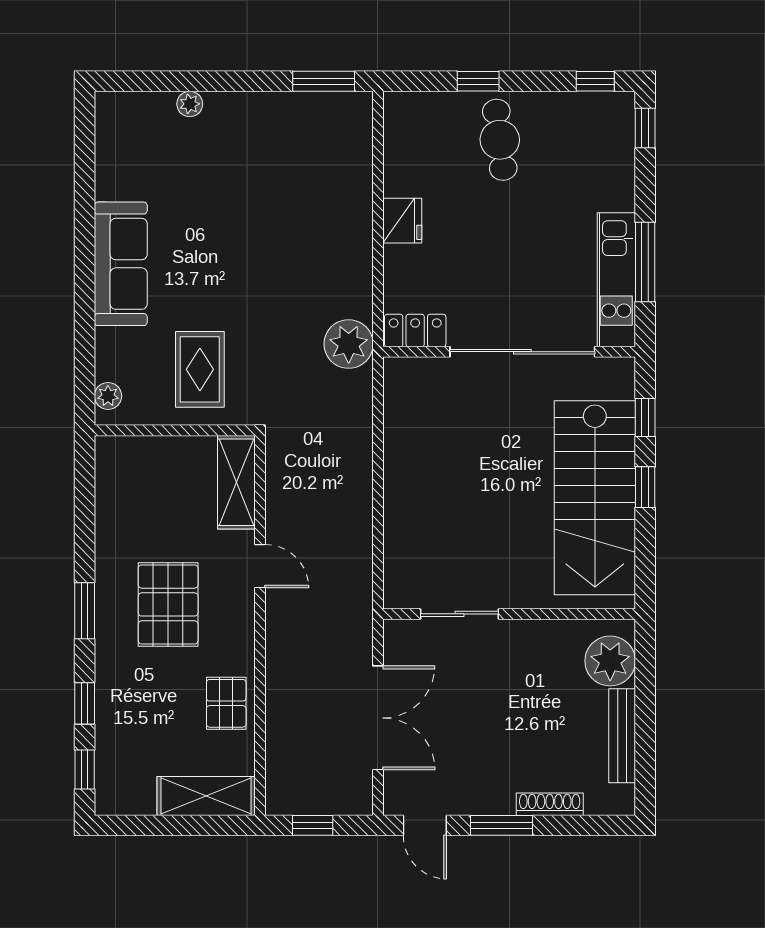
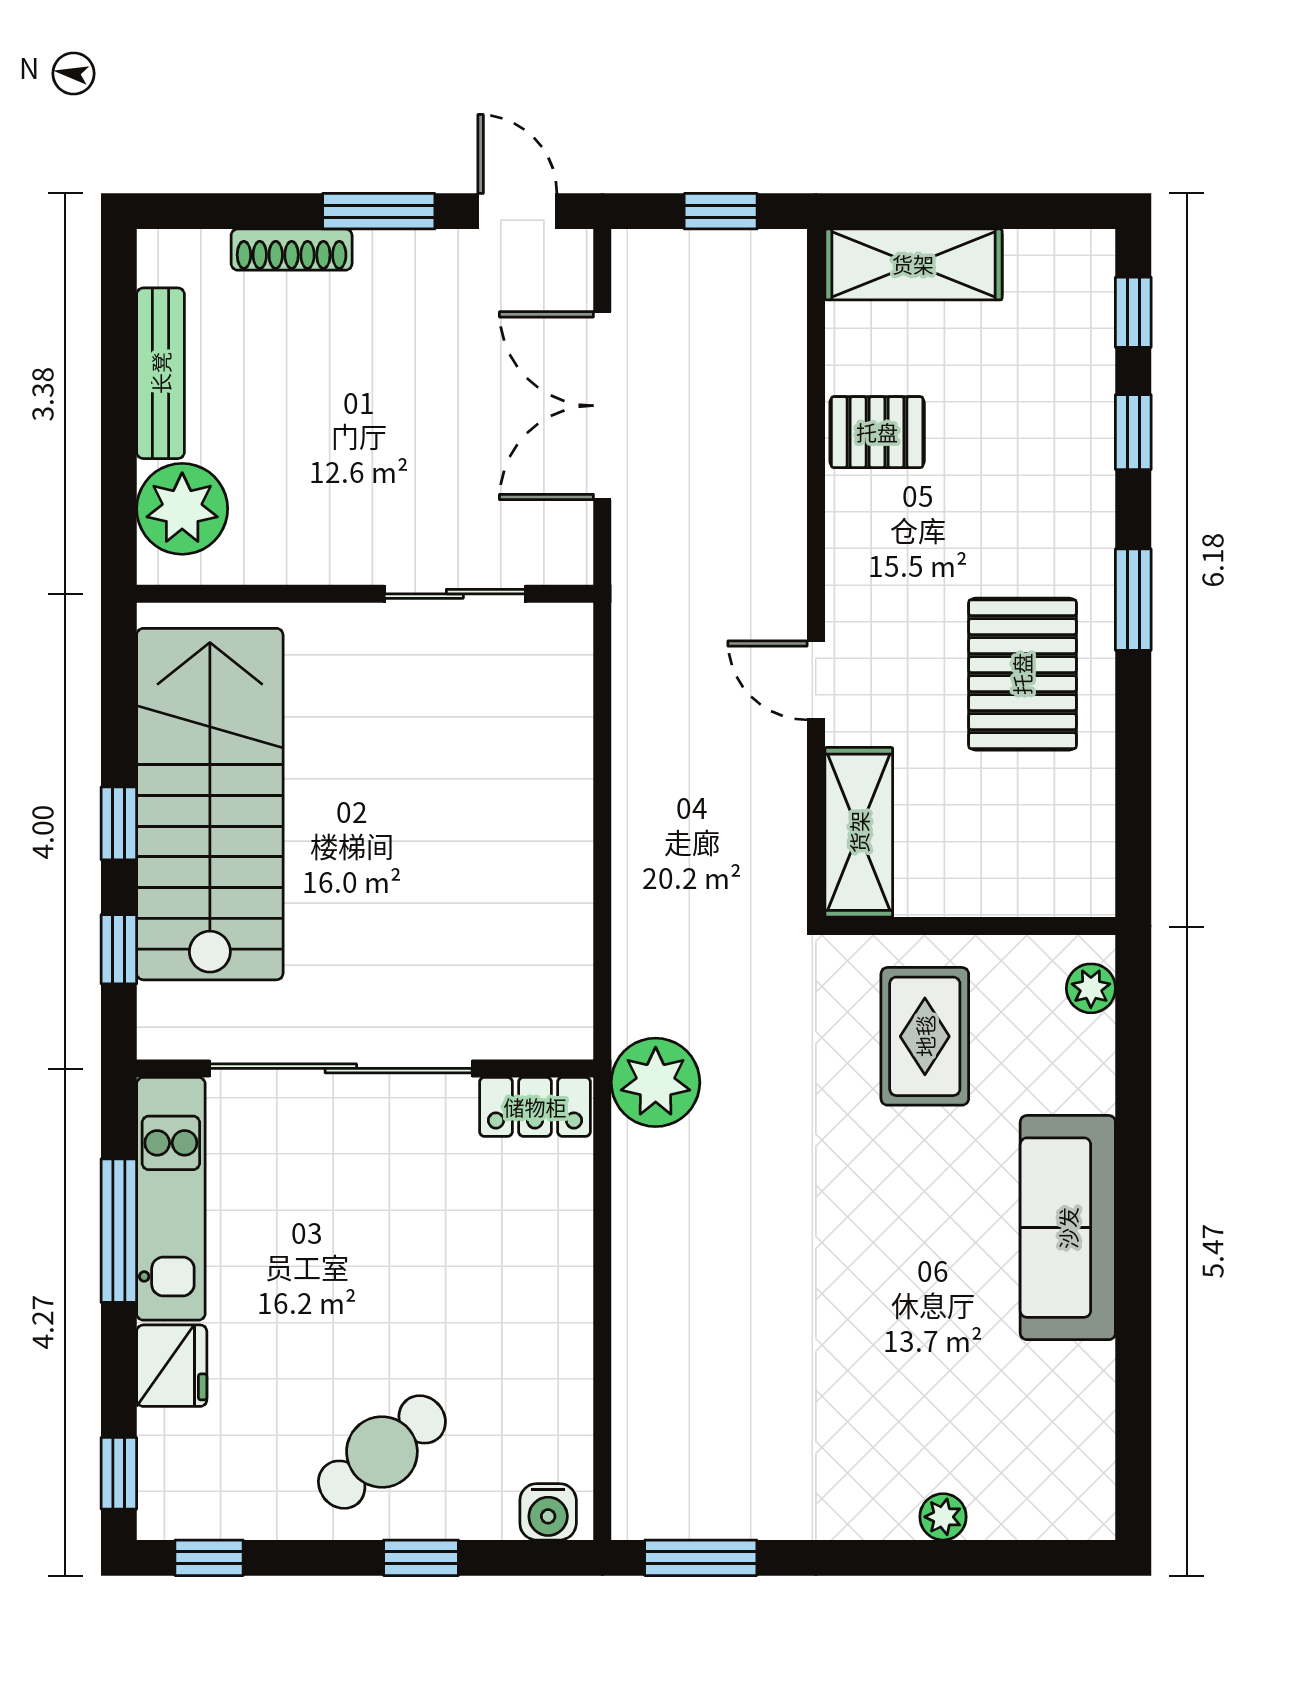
water cooler: (408, 107) -> (548, 1512), added
cafe table: (500, 140) -> (382, 1452), turned 58
fridge: (402, 221) -> (172, 1366), moved, turned 180
pallet: (168, 604) -> (1022, 674), moved
pallet: (226, 703) -> (877, 432), turned 90

